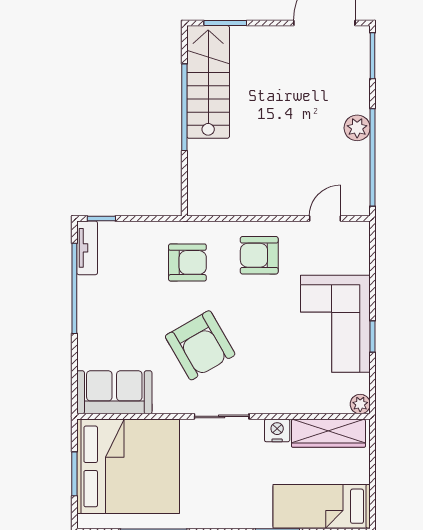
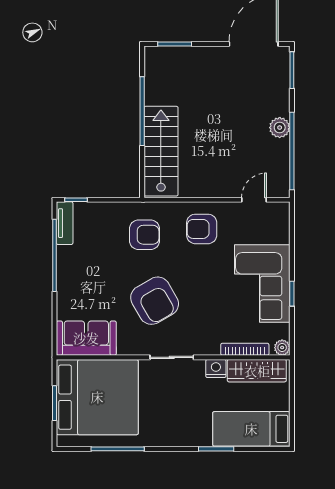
stairs: (208, 82) -> (161, 151), moved
bookcase: (313, 406) -> (245, 349), added

